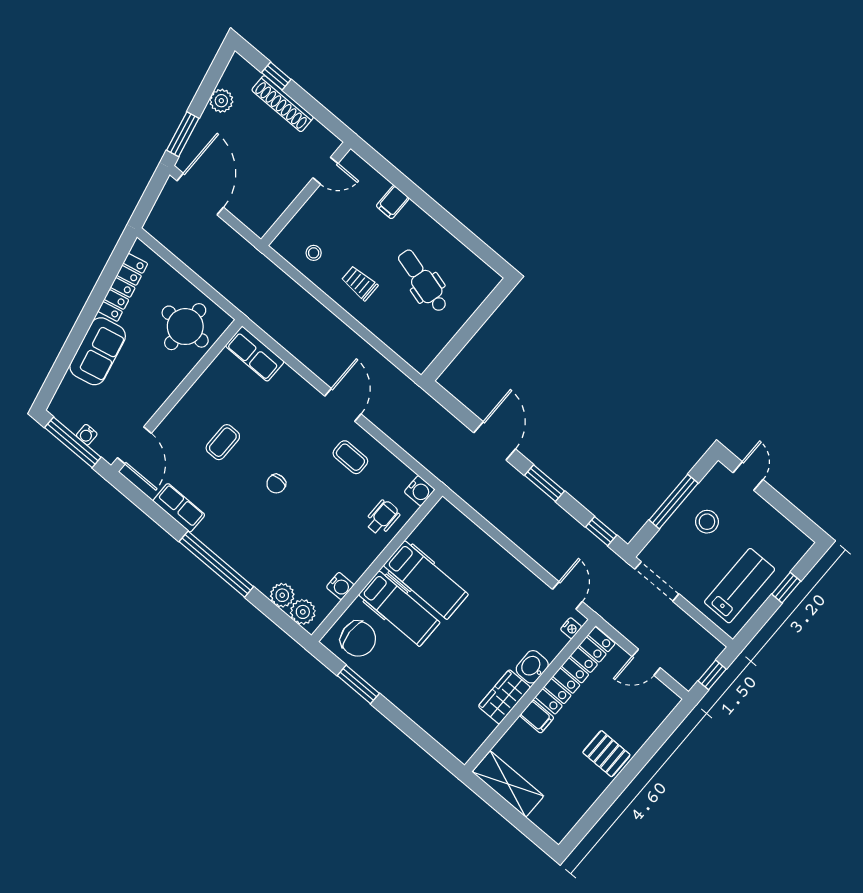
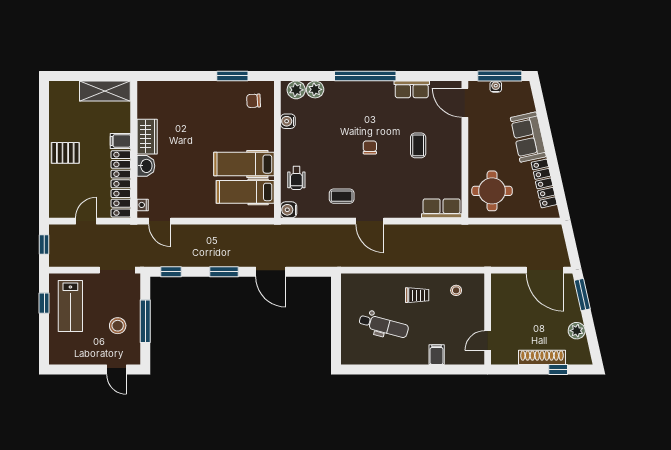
window: (786, 588) -> (44, 303), moved
hospital bed: (399, 609) -> (245, 192), moved
chair: (358, 639) -> (254, 101), width x0.54, depth x0.54

